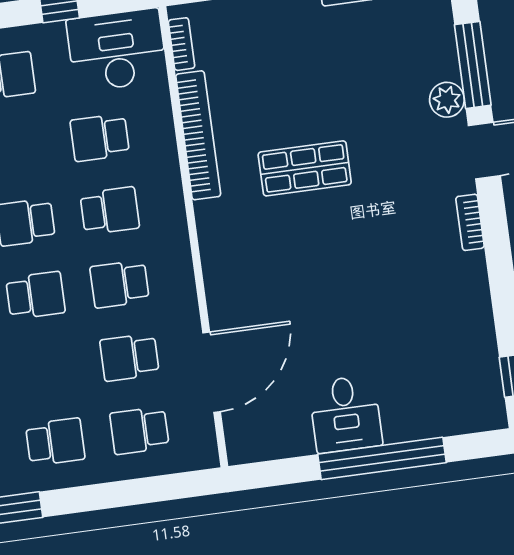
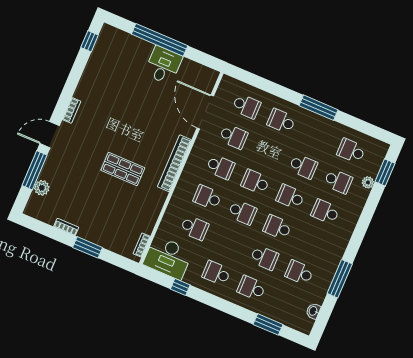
plant: (447, 100) -> (42, 188), moved
bookcase: (198, 135) -> (174, 163), moved
door: (212, 372) -> (205, 112), hinge flipped

